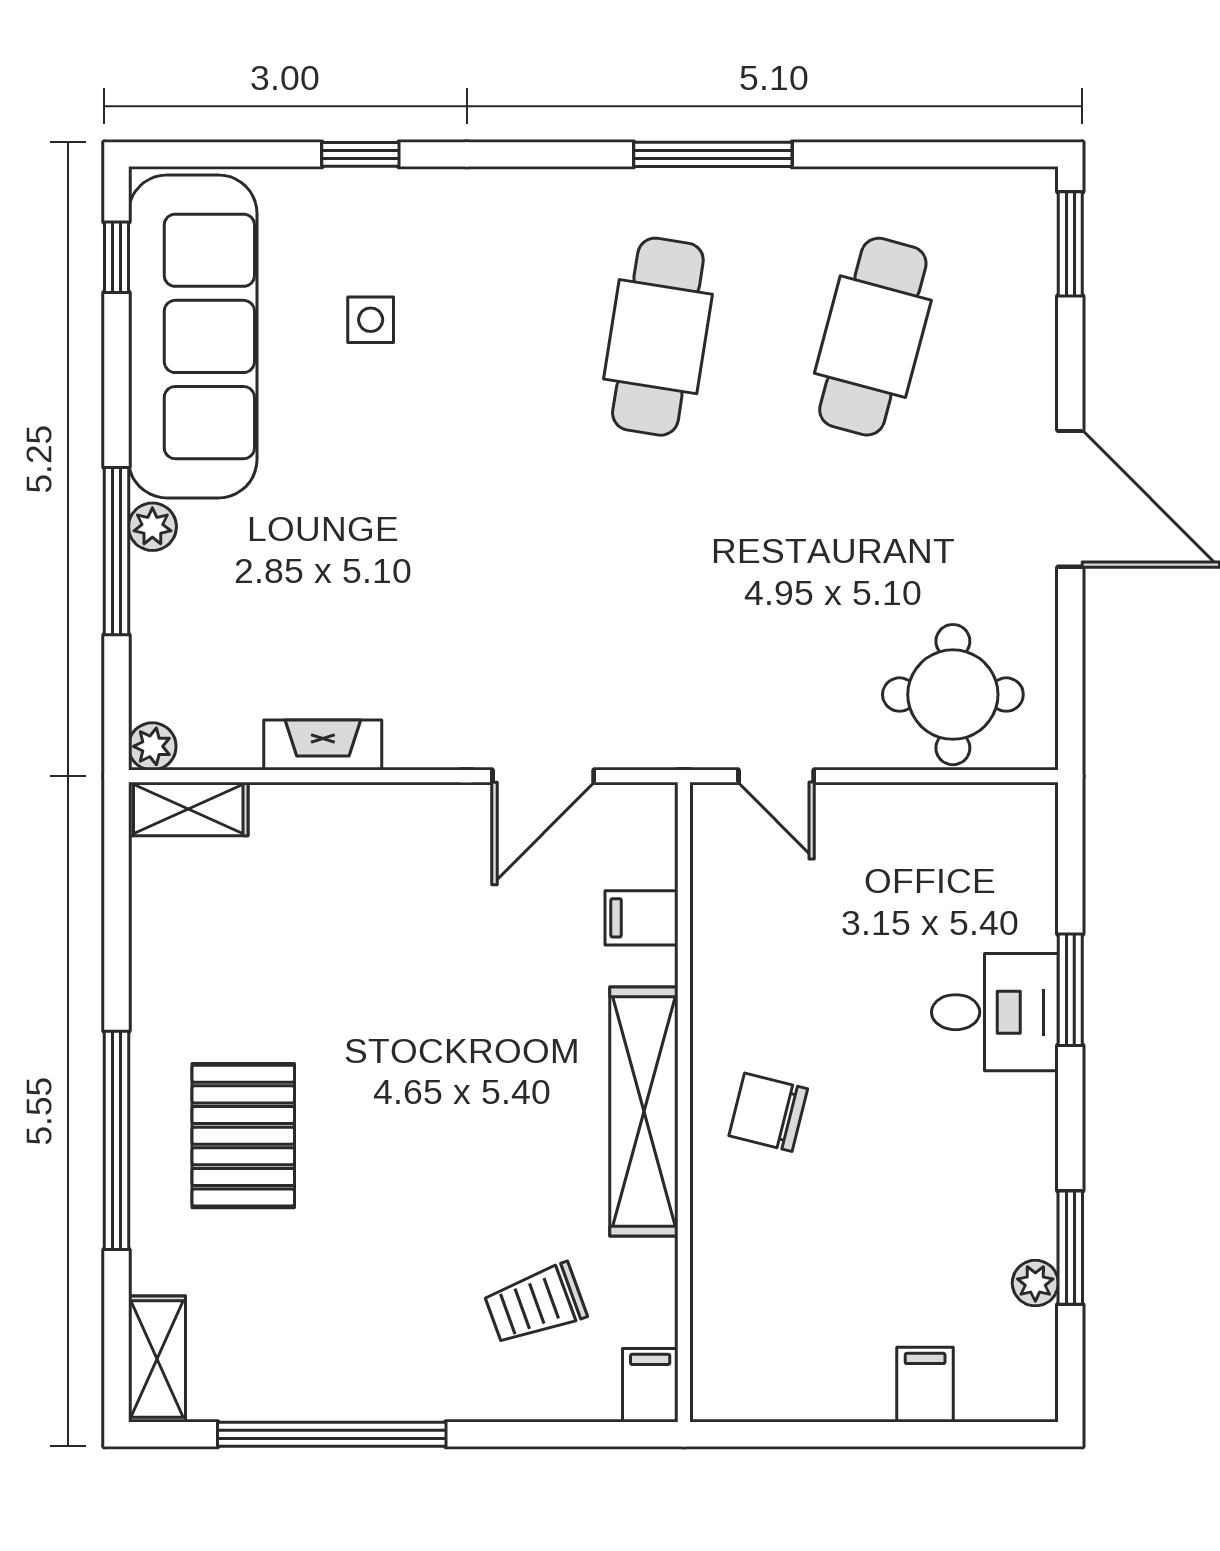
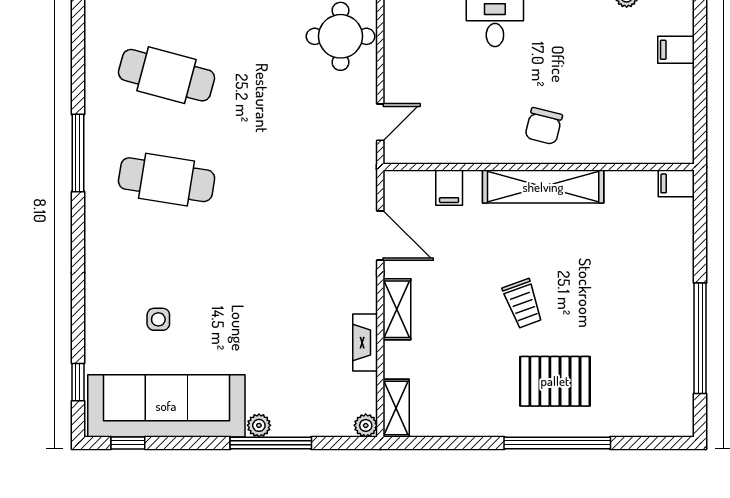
window: (360, 154) -> (78, 382), moved
trolley: (535, 1304) -> (523, 304), moved
shelving: (157, 1359) -> (397, 309), moved, turned 90

